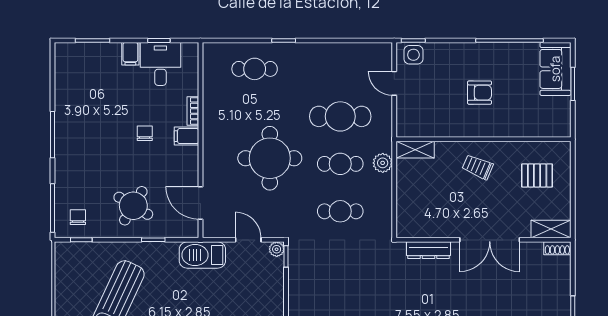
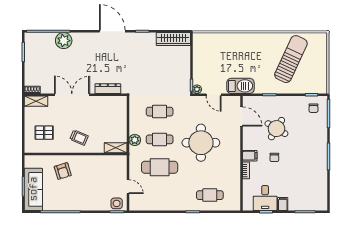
sofa: (555, 69) -> (33, 189), width x1.36
armchair: (480, 93) -> (63, 171), moved, turned -107
round table: (133, 206) -> (276, 129), moved

